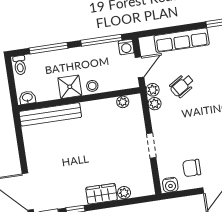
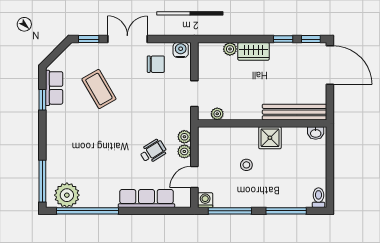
shower: (70, 87) -> (270, 138), moved
washbasin: (27, 98) -> (316, 133), moved
wall: (79, 99) -> (262, 123), moved
plant: (123, 102) -> (217, 114), moved
bench: (50, 114) -> (294, 112), moved

